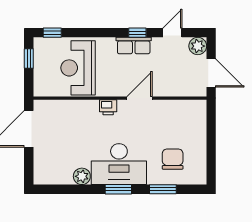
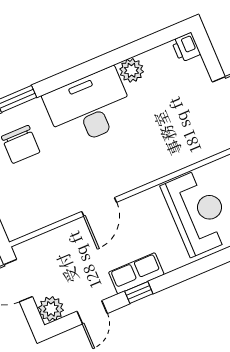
printer: (108, 107) -> (186, 47), moved, turned -90
window: (118, 189) -> (76, 74), removed

